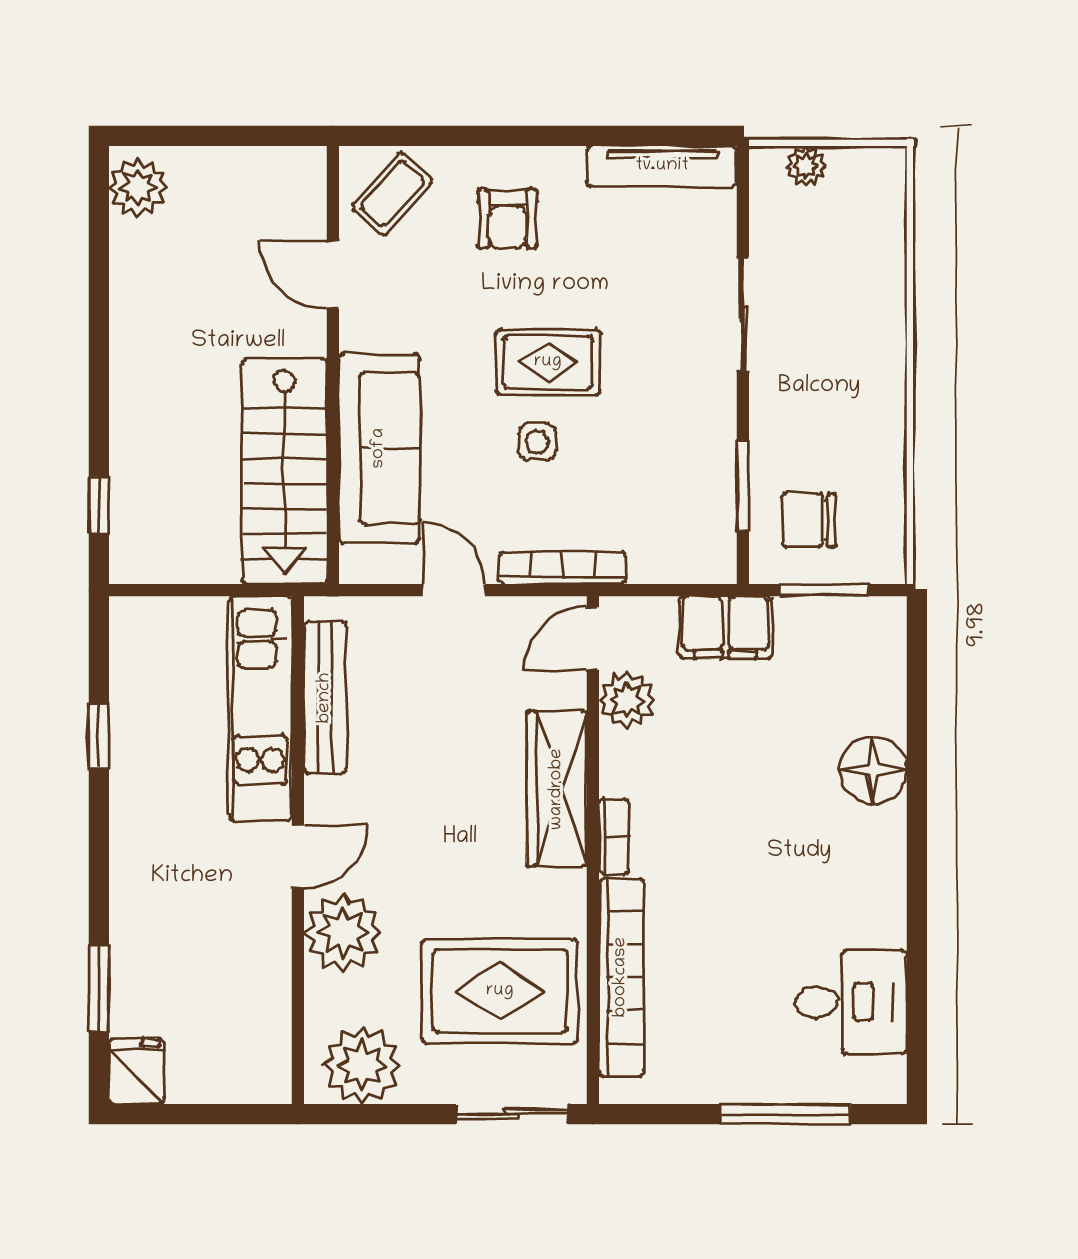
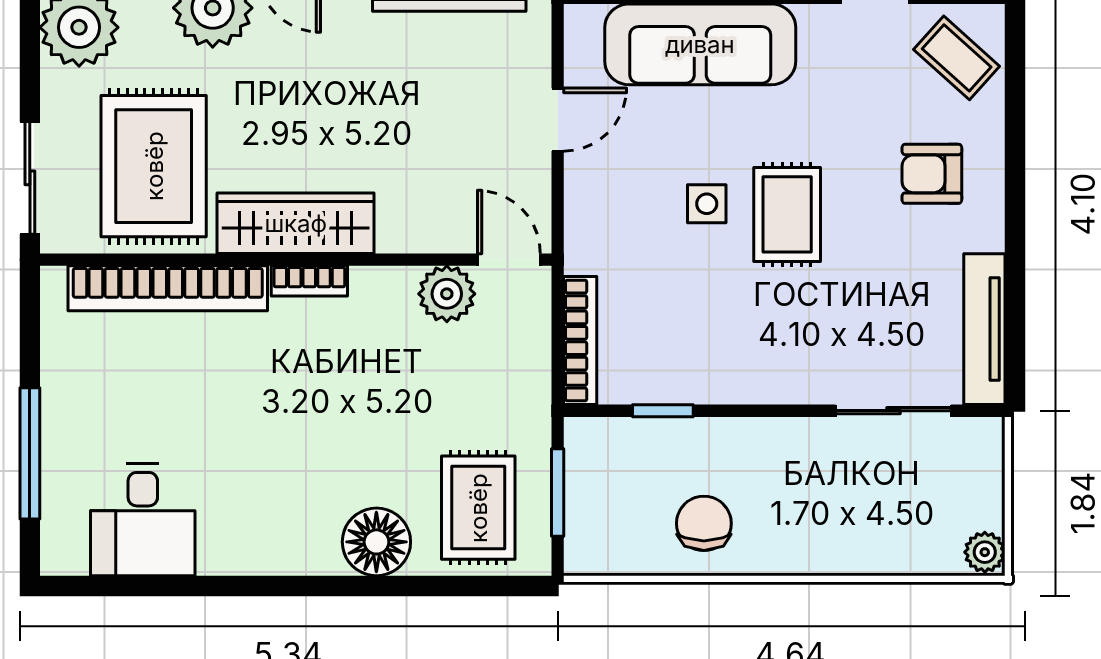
plant: (806, 166) -> (985, 552), moved
sliding door: (743, 314) -> (893, 411), moved
window: (743, 486) -> (663, 411), width x0.67
chair: (809, 520) -> (704, 523), moved
bookcase: (563, 568) -> (580, 340), moved
filing cabinet: (725, 627) -> (520, 393), removed
rug: (839, 669) -> (478, 508), added
wardrobe: (557, 789) -> (296, 223), moved

